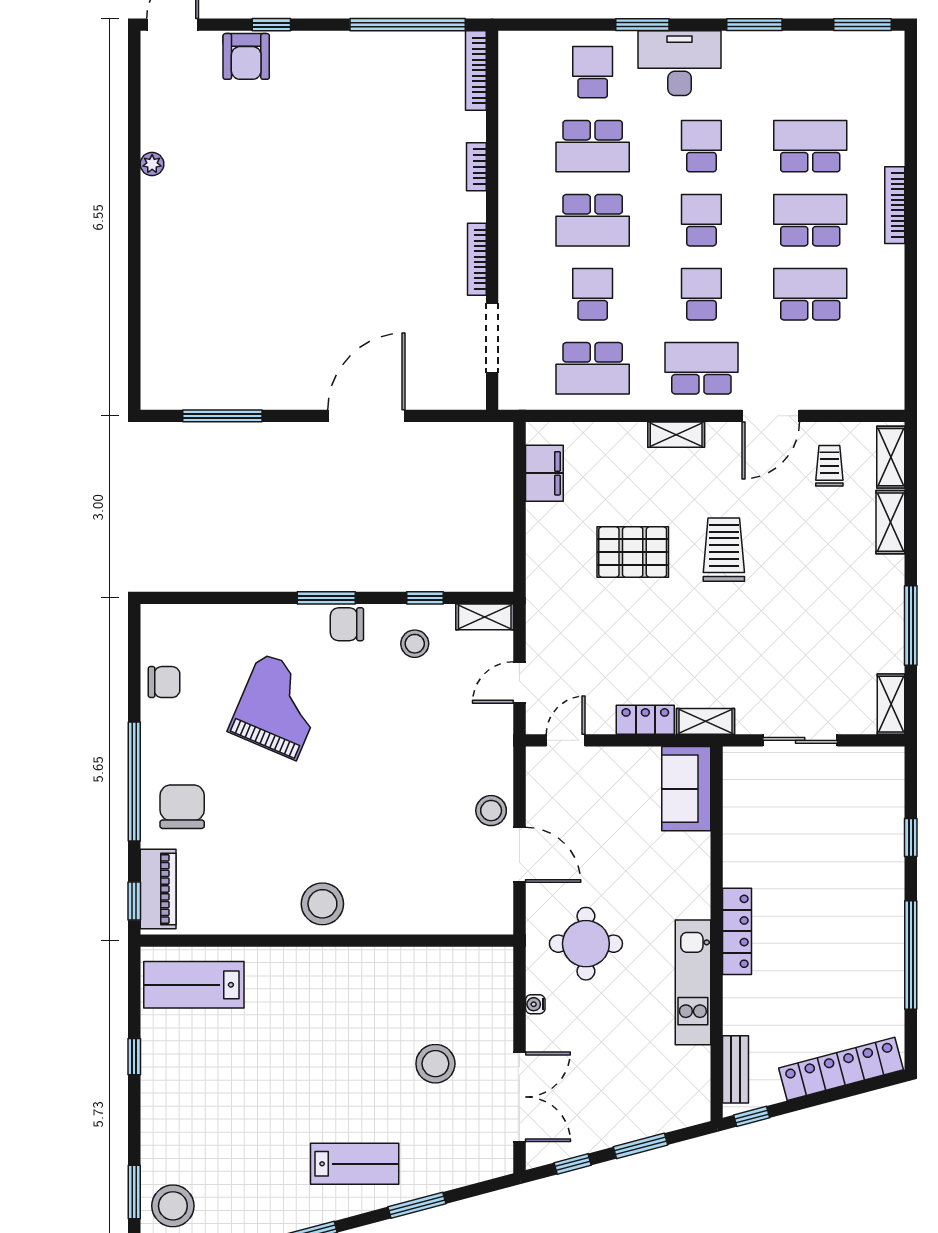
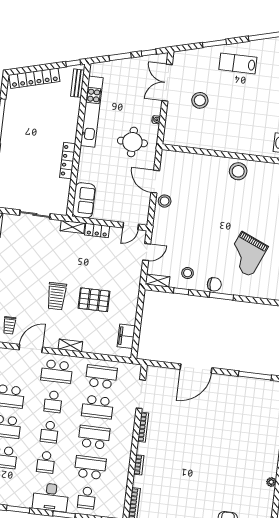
school desk: (593, 294) -> (98, 407), width x1.85
locker: (737, 931) -> (68, 161), moved
kitchen unit: (693, 982) -> (92, 112), width x1.36

